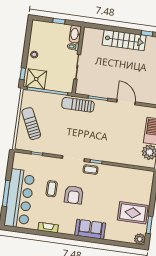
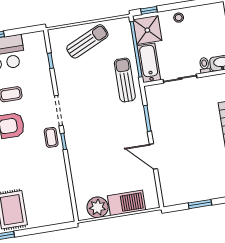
bathtub: (59, 85) -> (149, 63), added
door: (126, 102) -> (153, 156), swing flipped
sun lounger: (78, 105) -> (125, 80), moved

